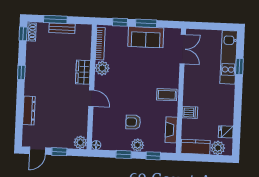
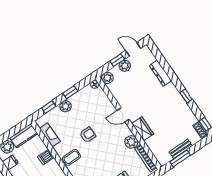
window: (55, 19) -> (180, 158), moved
armchair: (133, 122) -> (88, 135), moved
plant: (56, 142) -> (125, 66), added
door: (37, 151) -> (133, 49), hinge flipped

